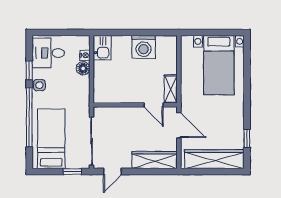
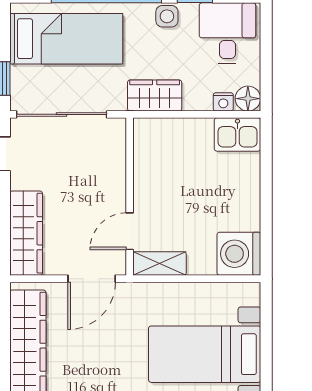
washing machine: (143, 47) -> (239, 254), moved
floor lamp: (83, 68) -> (248, 99), moved
wardrobe: (81, 92) -> (155, 96), added

